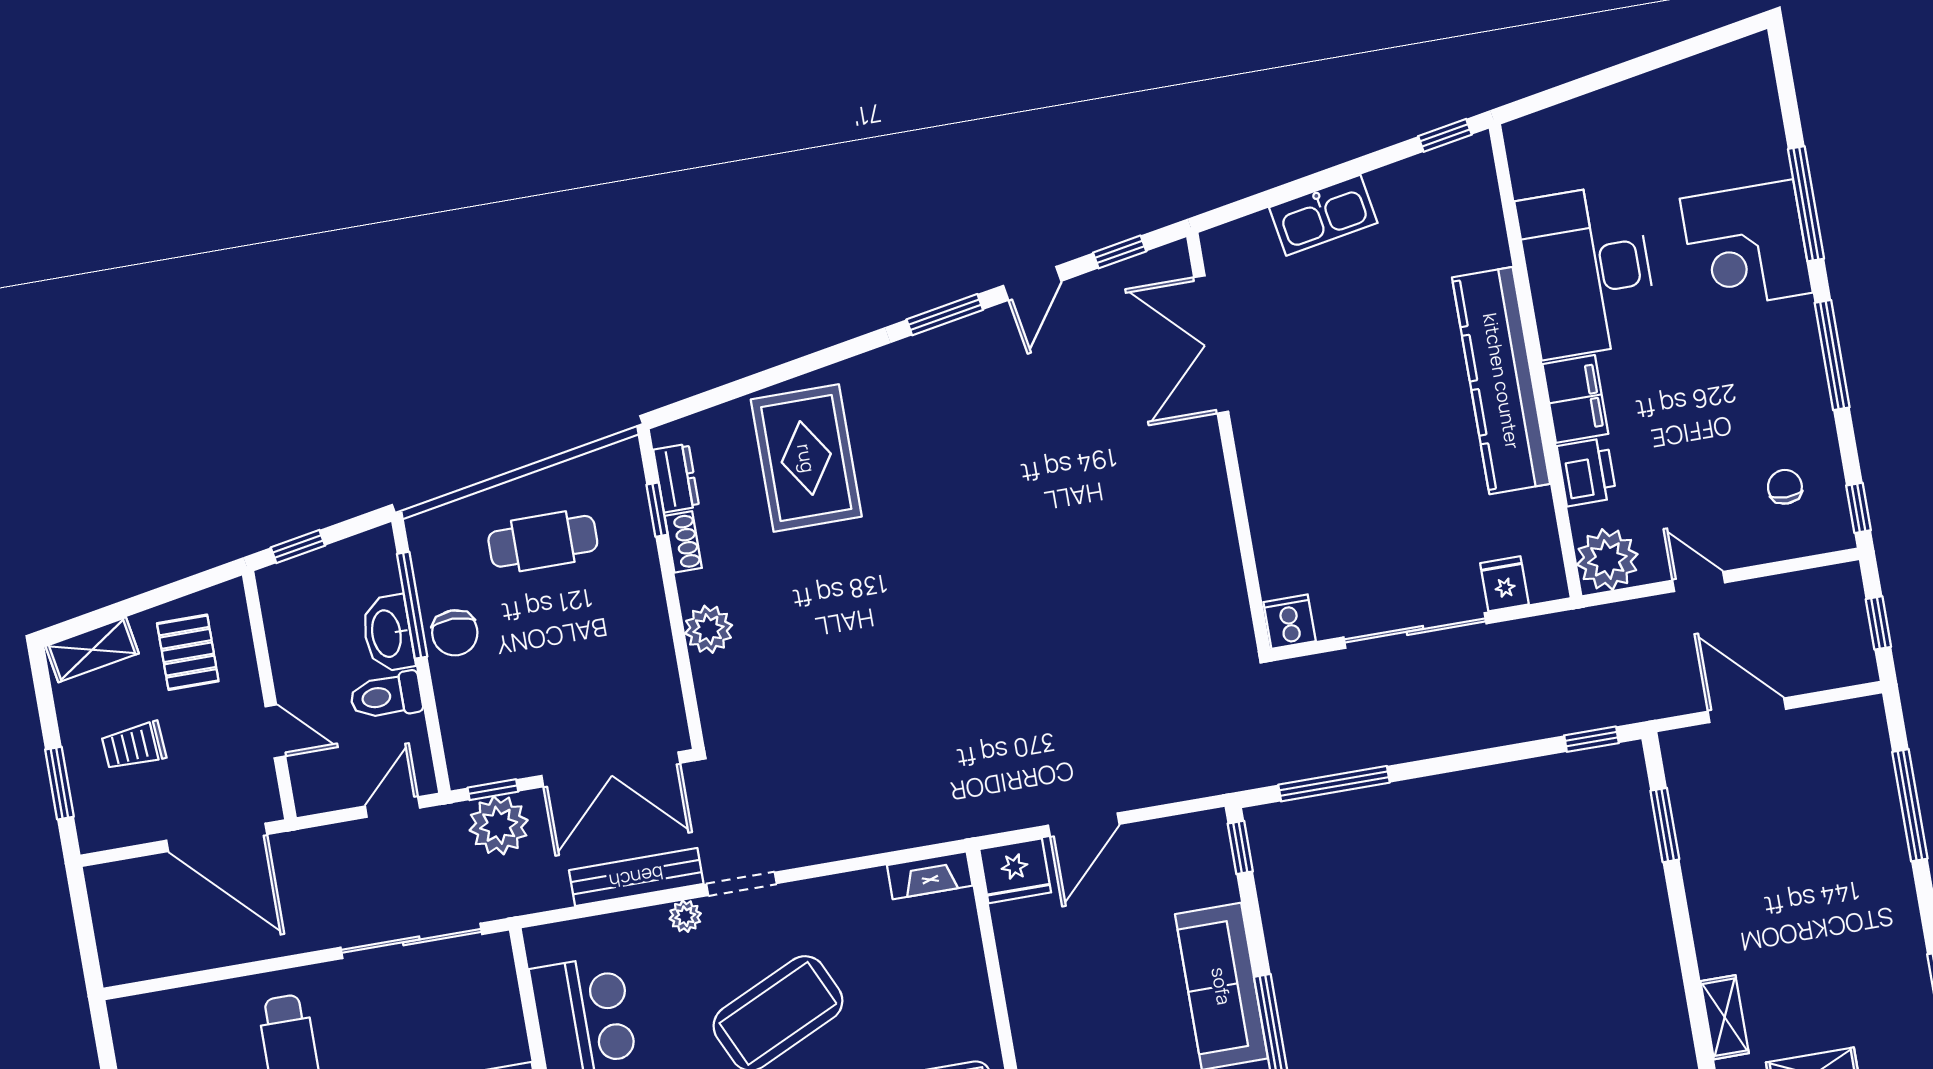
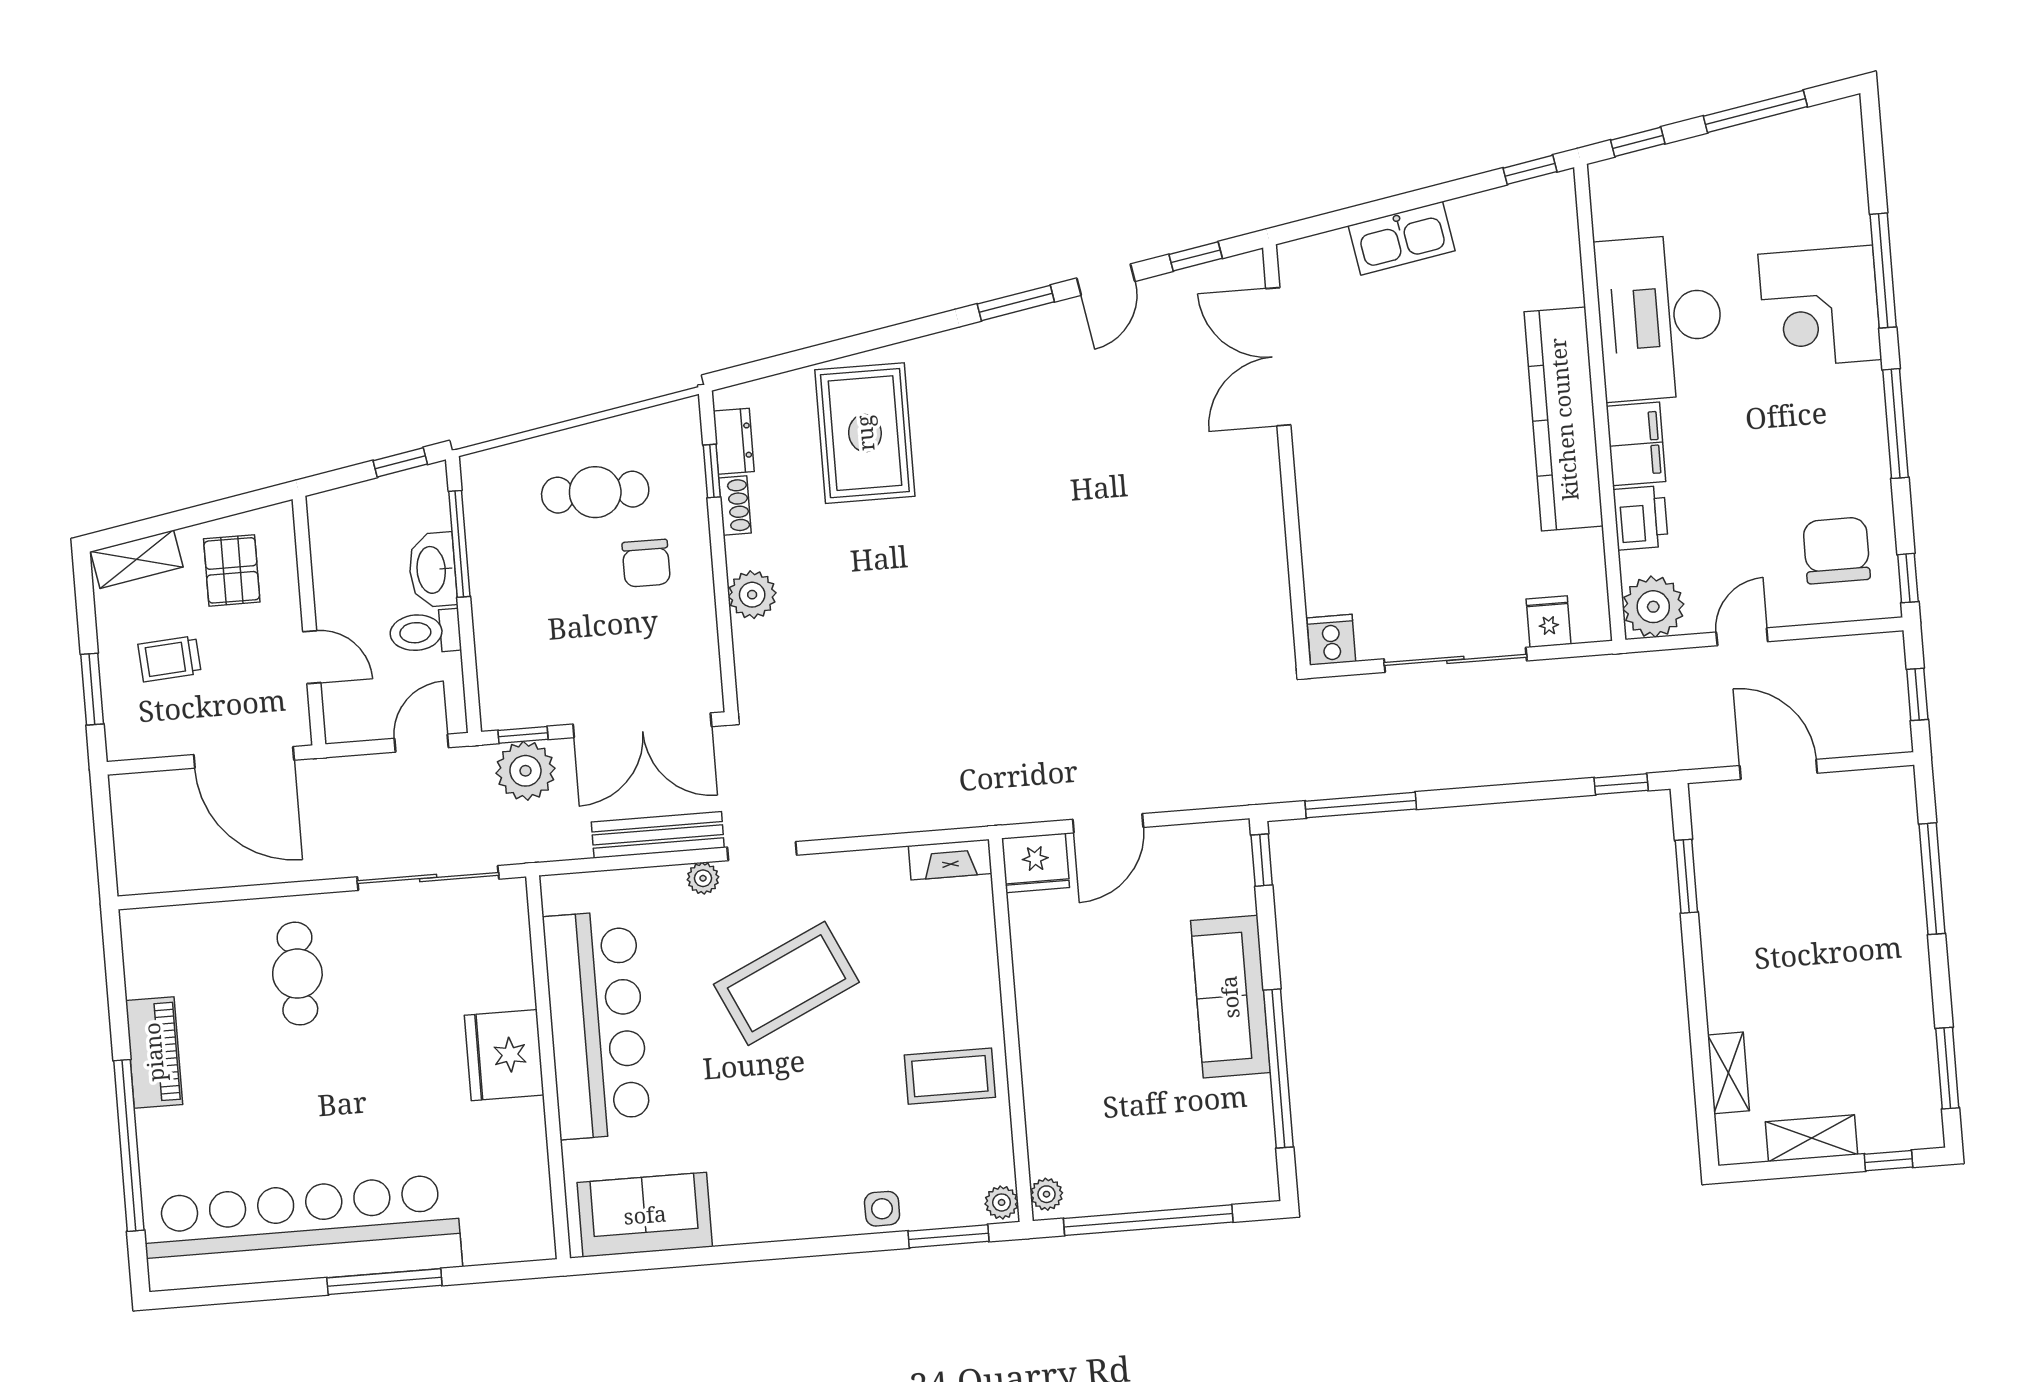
window: (1664, 57) -> (1755, 111), added
window: (1550, 98) -> (1638, 142), added
chair: (1785, 487) -> (1837, 550), width x1.87, depth x1.87
window: (298, 547) -> (400, 462), moved
door: (1699, 581) -> (1742, 637), hinge flipped
chair: (455, 633) -> (646, 563), moved

